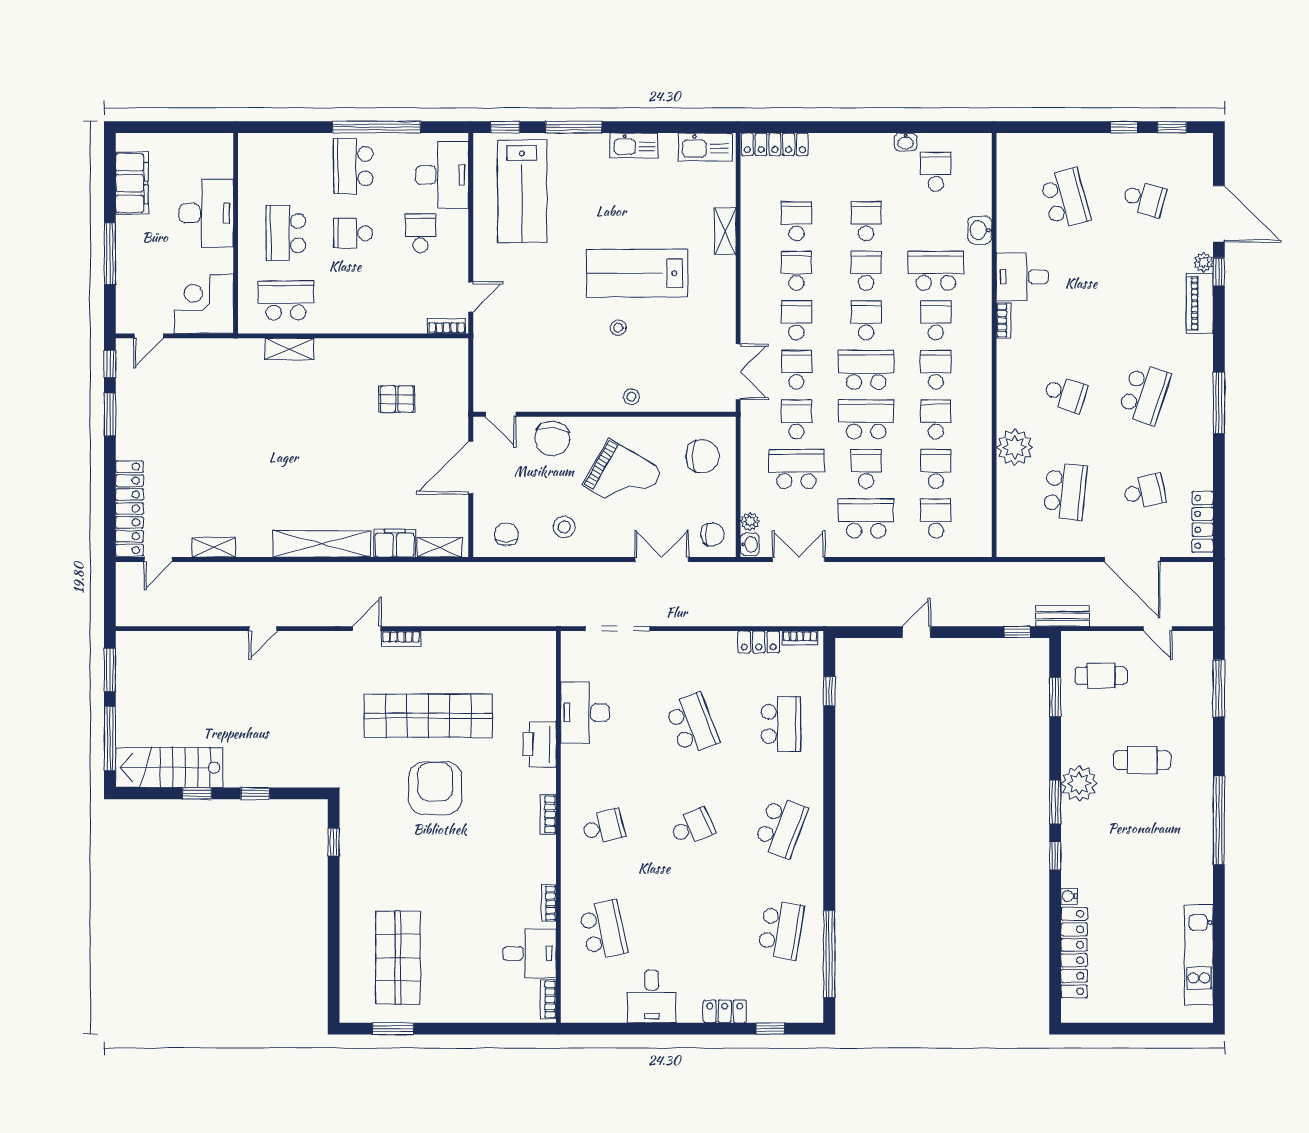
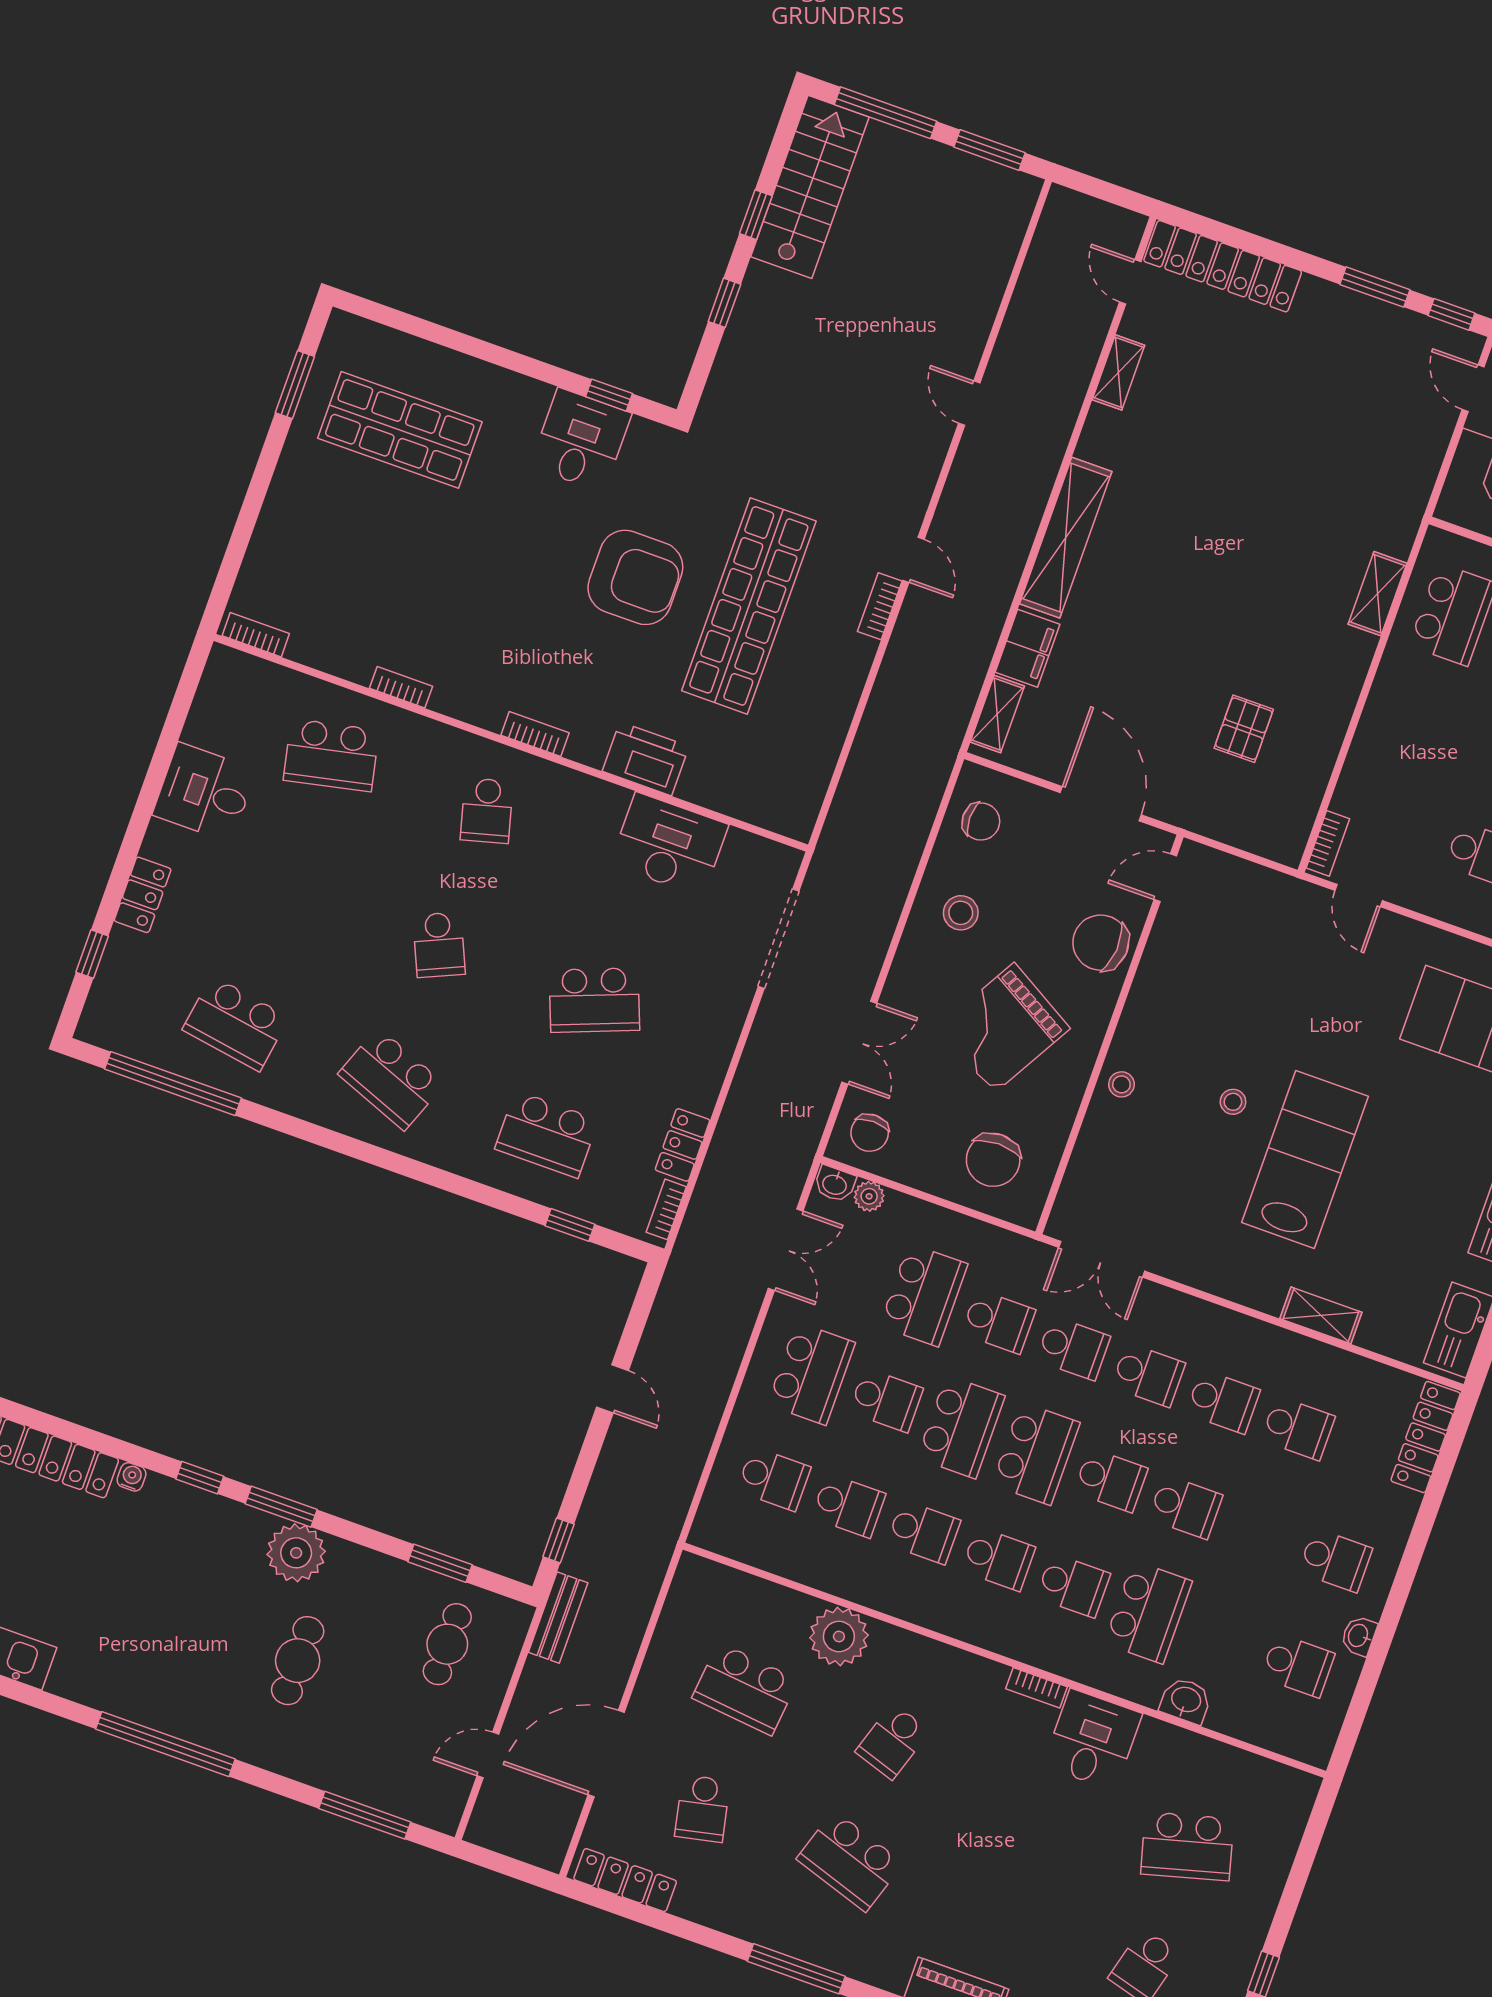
school desk: (866, 221) -> (1335, 1560), moved
desk: (530, 953) -> (581, 440), moved, turned 180

